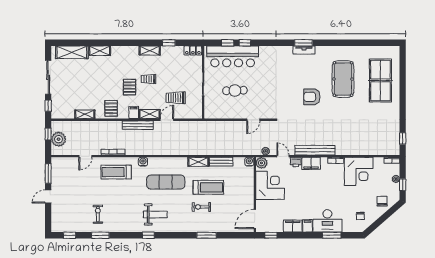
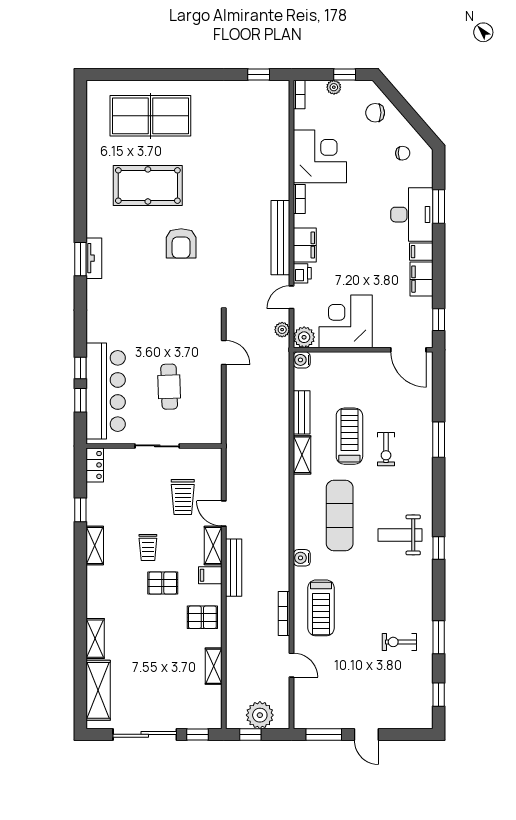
weight bench: (155, 214) -> (400, 535), turned -90

